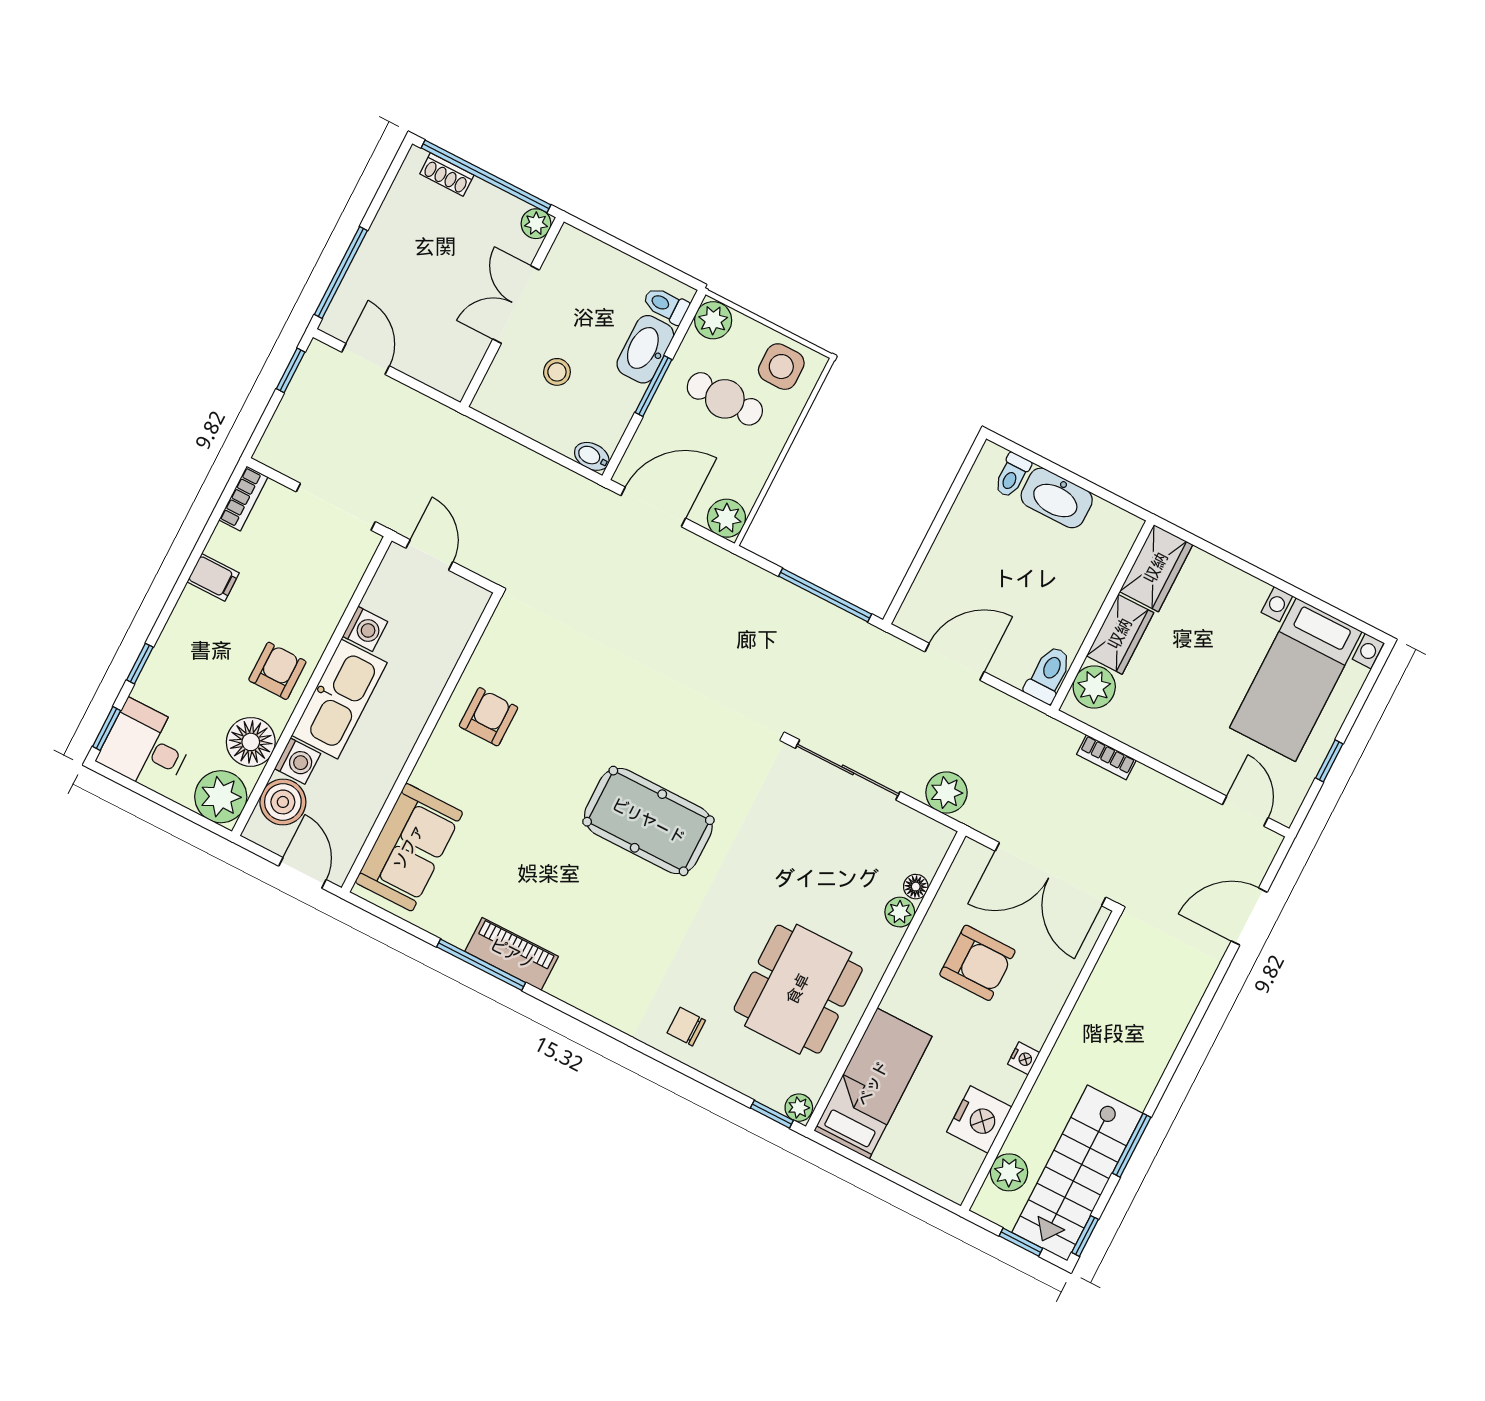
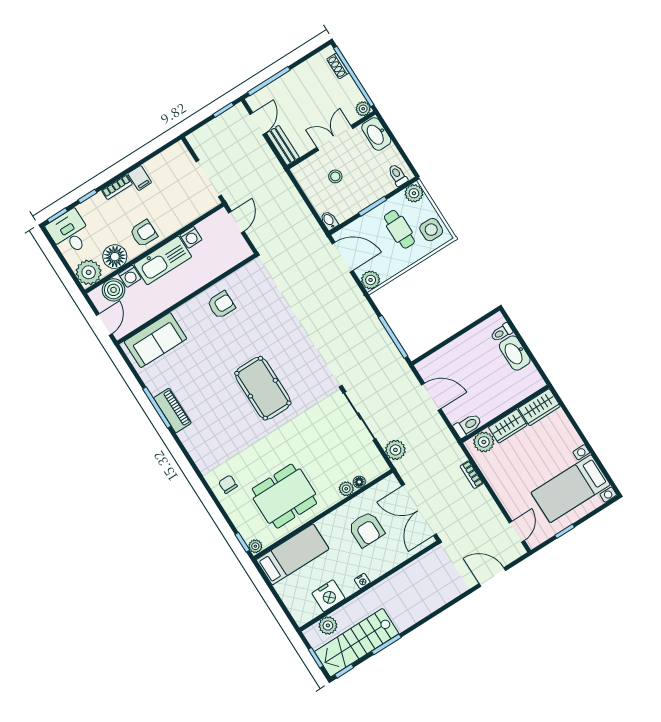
washbasin: (645, 349) -> (376, 134), moved, turned -90
bench: (432, 371) -> (283, 145), added
bookcase: (243, 498) -> (117, 187), moved

